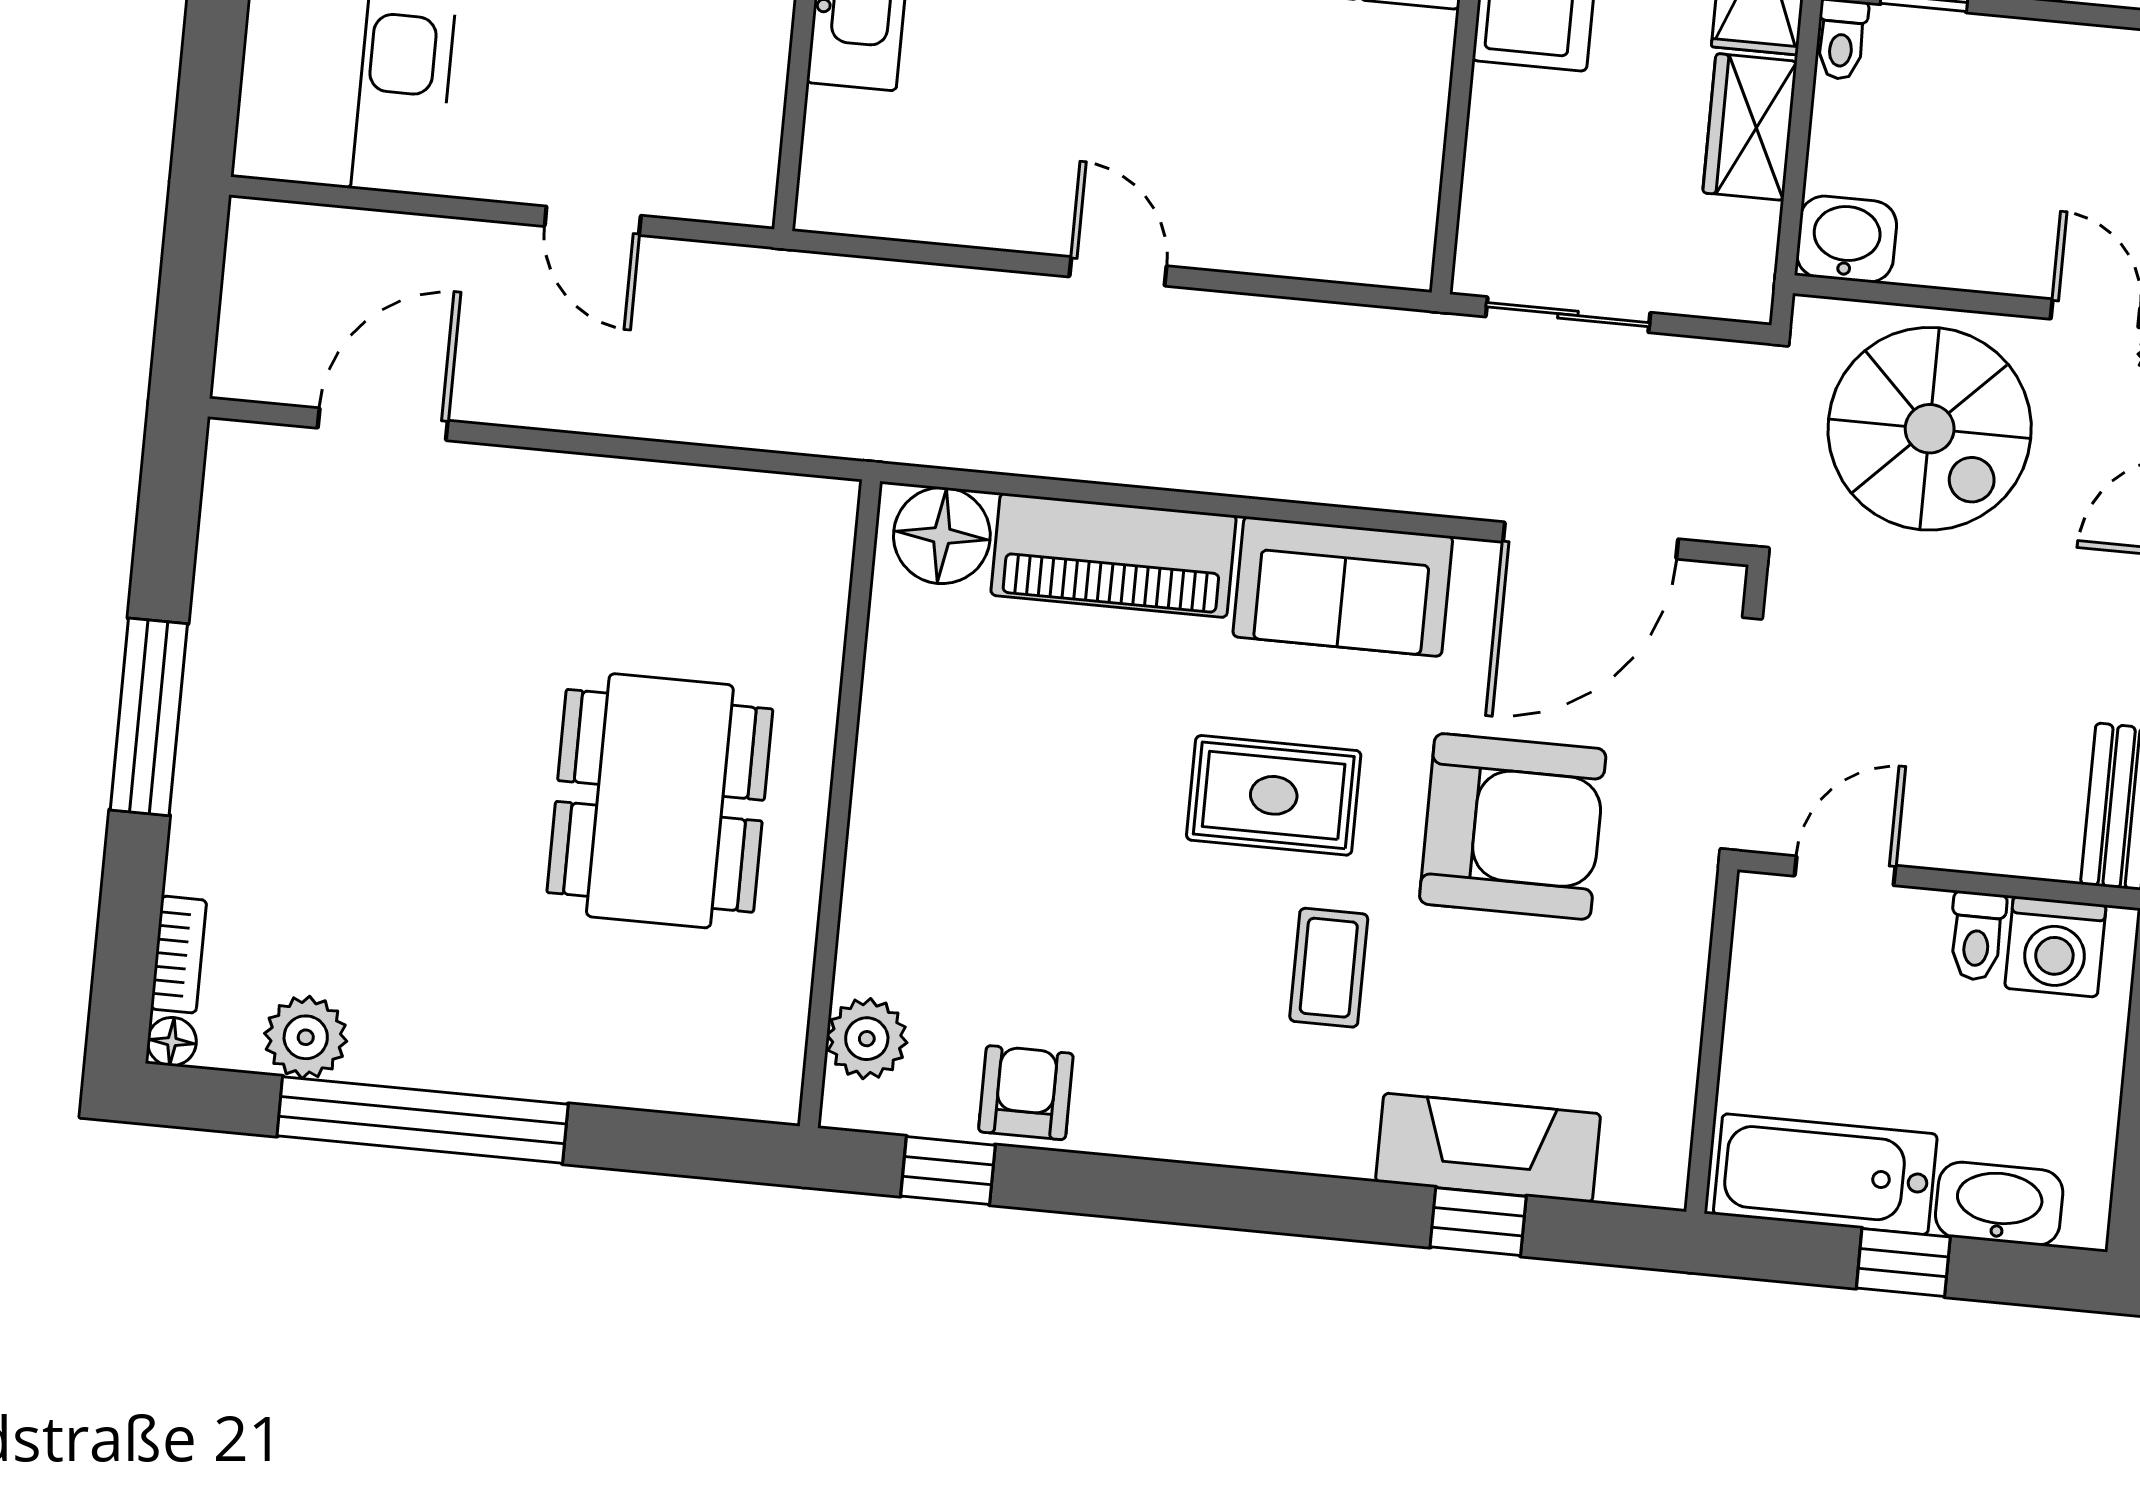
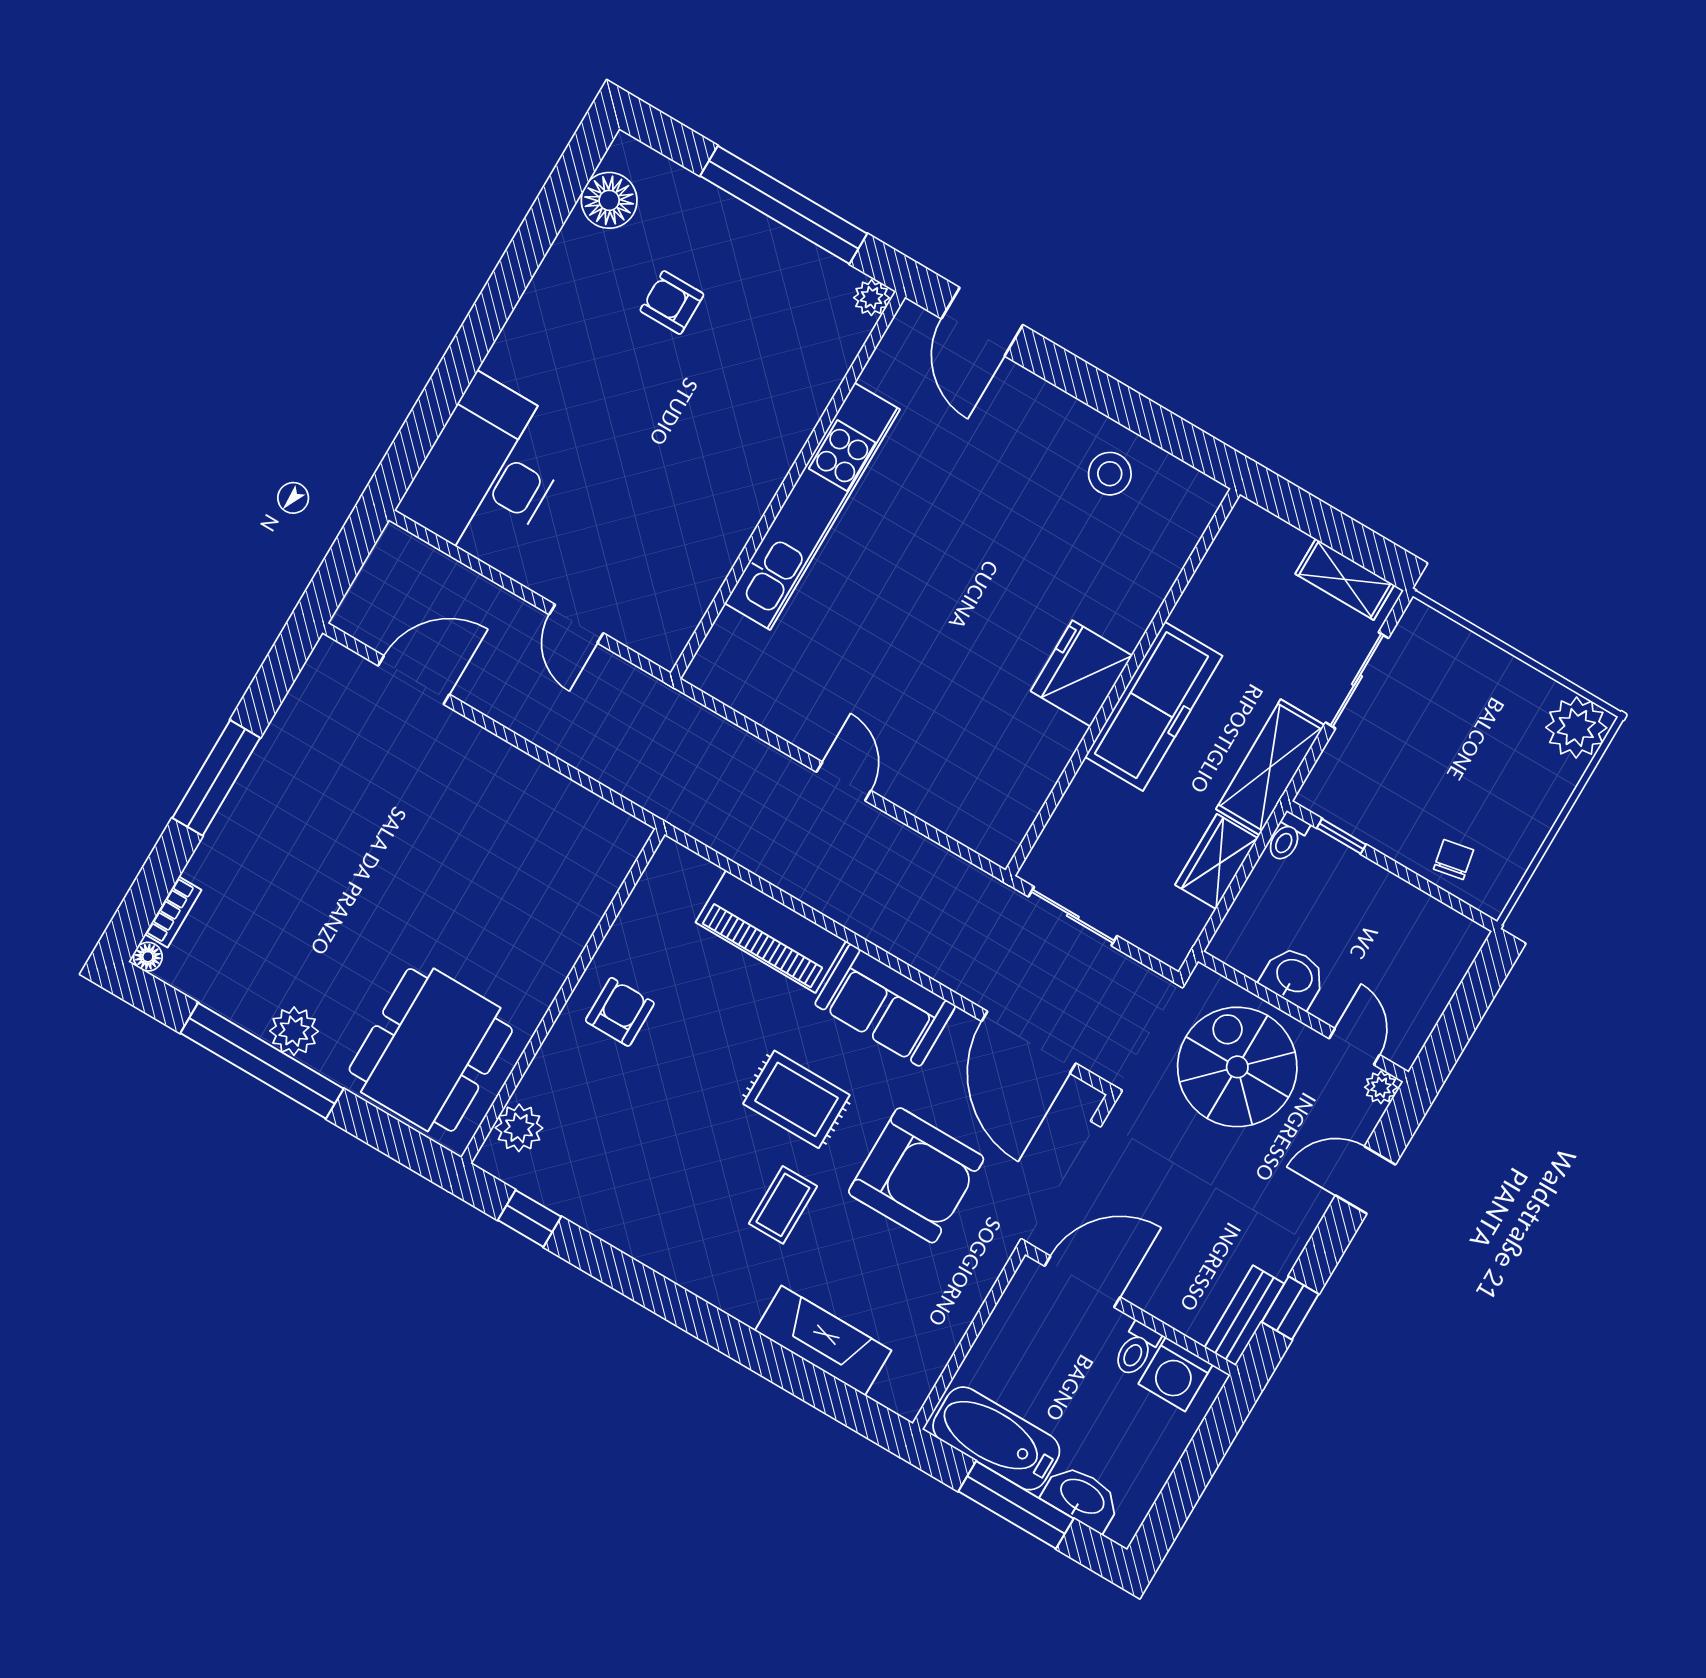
washbasin: (1847, 239) -> (1294, 977), moved
spiral stairs: (1930, 429) -> (1237, 1067), turned 180
floor lamp: (942, 536) -> (684, 878), removed
door: (1590, 541) -> (1029, 1042), hinge flipped
dining table: (660, 801) -> (431, 1050), moved
door: (1845, 871) -> (1082, 1282), width x1.38
plant: (306, 1037) -> (294, 1031), moved
armchair: (1026, 1093) -> (620, 1012), moved
window: (1478, 1222) -> (799, 1377), removed
window: (1903, 1263) -> (1016, 1505), width x2.17

